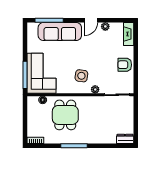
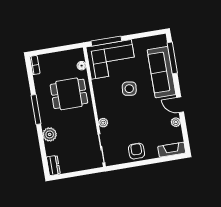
side table: (81, 76) -> (129, 89), moved
plant: (98, 138) -> (50, 134), added

